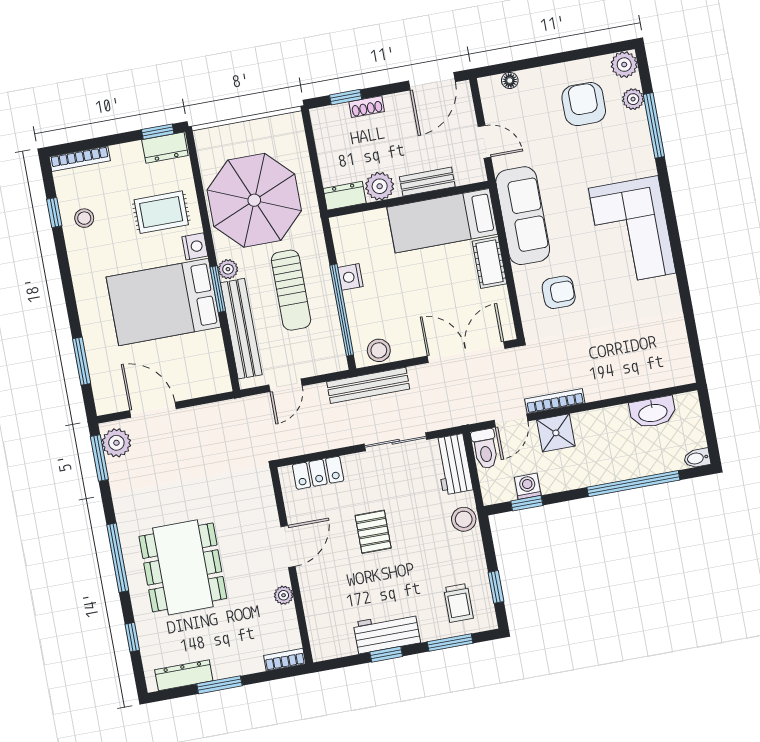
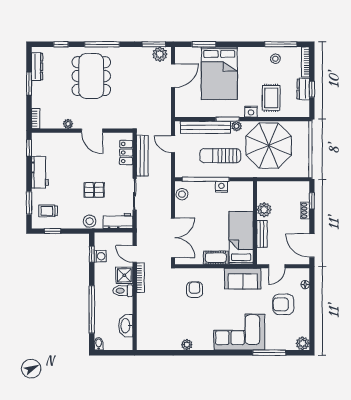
plant: (633, 99) -> (187, 345), moved
armchair: (584, 104) -> (283, 304), moved, turned 180
window: (158, 132) -> (312, 89), moved
dresser: (165, 148) -> (303, 89), moved
dresser: (345, 196) -> (263, 191), removed
window: (54, 213) -> (281, 44), width x2.17
sofa: (523, 216) -> (243, 279), width x0.73
corner sofa: (632, 231) -> (239, 332), moved
armchair: (559, 292) -> (195, 290), turned 180
bed: (164, 302) -> (219, 73), moved, turned 180
bench: (368, 385) -> (142, 156), moved
toilet: (485, 449) -> (123, 291), moved
pallet: (373, 532) -> (94, 190), moved
dining table: (183, 567) -> (91, 76), turned 90
window: (386, 654) -> (29, 148), moved

